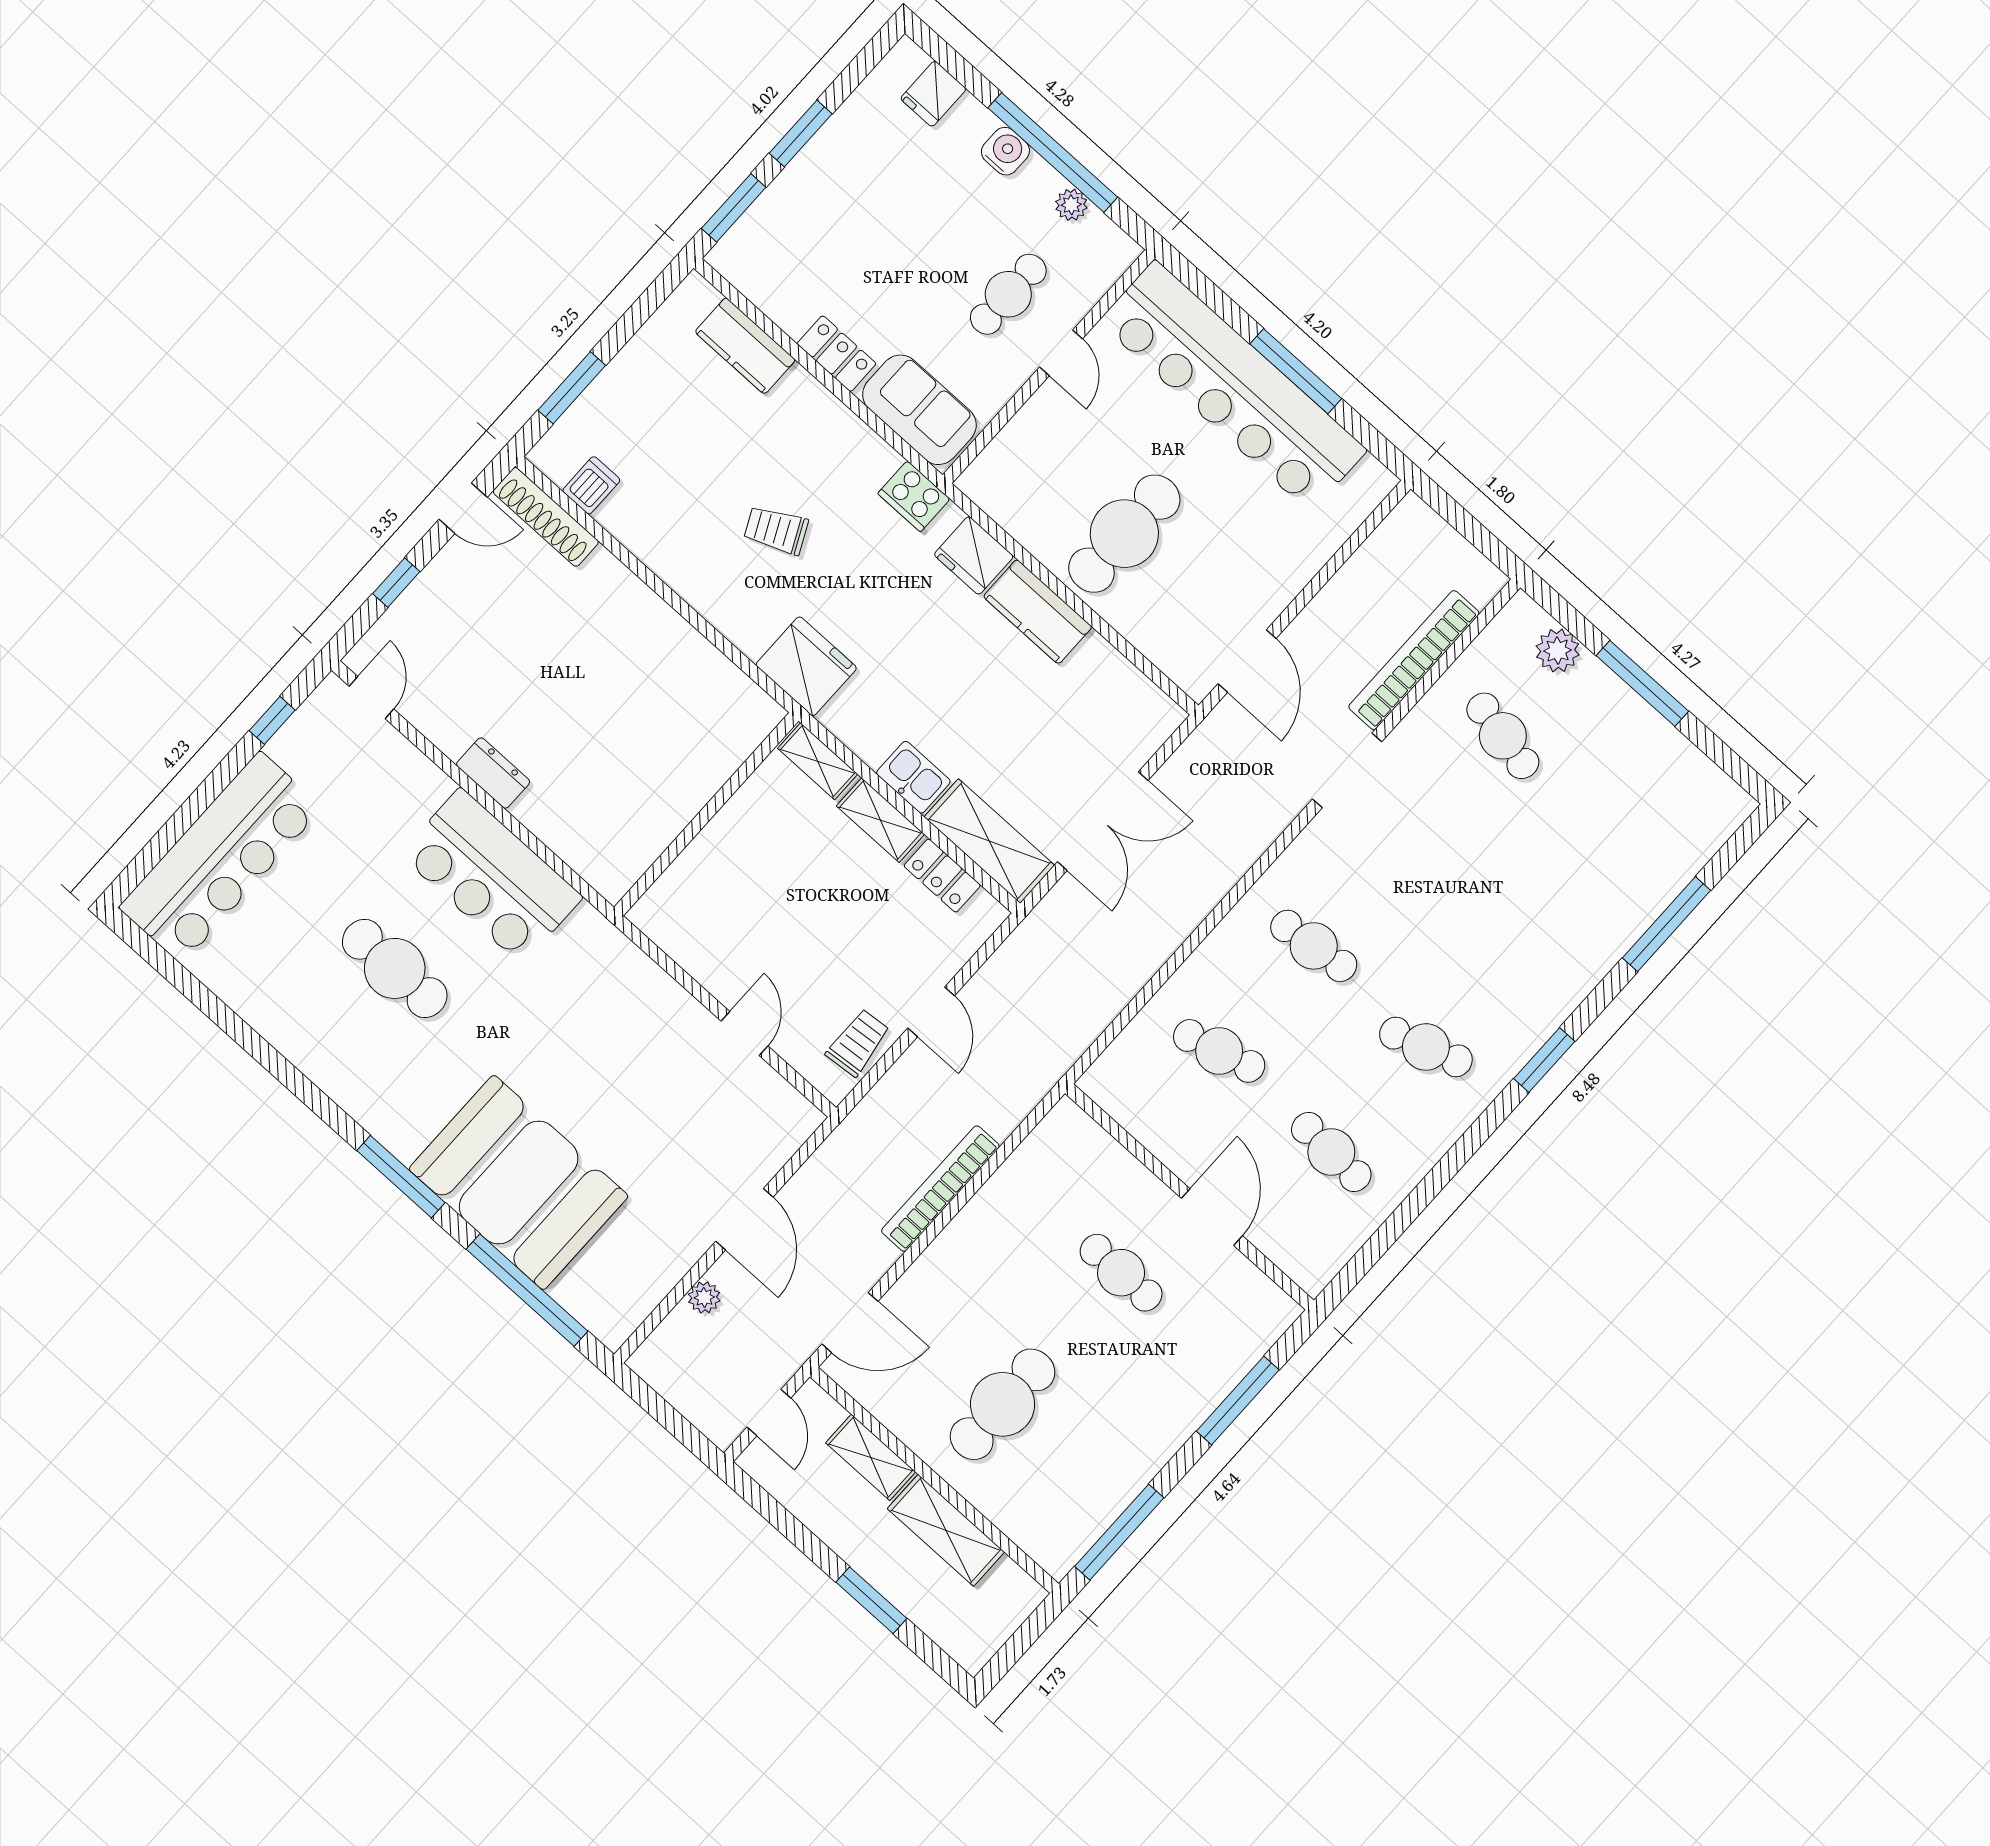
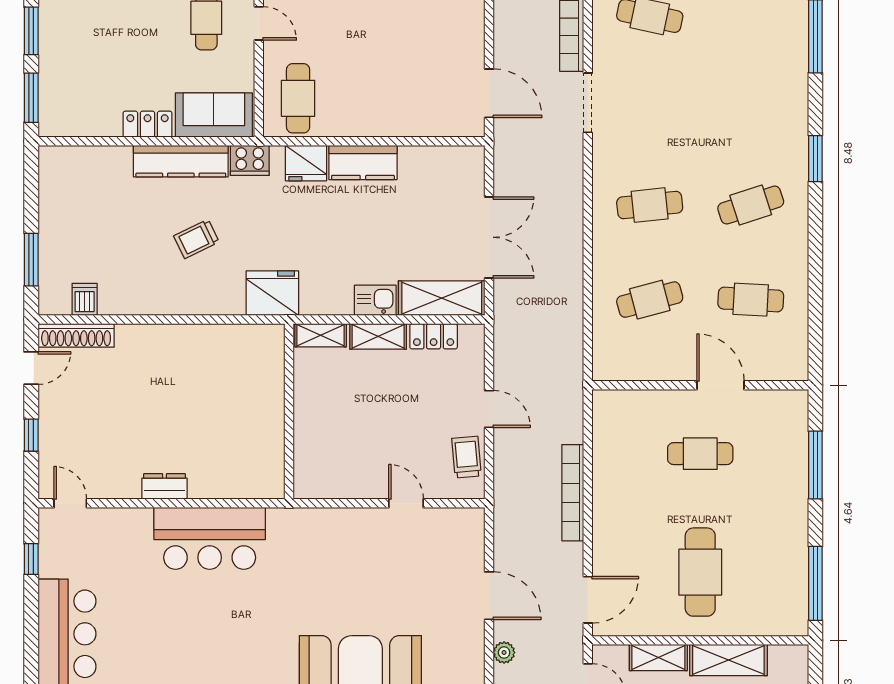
kitchen counter: (745, 346) -> (181, 161), moved, width x1.50
cafe table: (1124, 534) -> (298, 98), moved, width x0.73, depth x0.74
cafe table: (395, 968) -> (203, 627), removed

